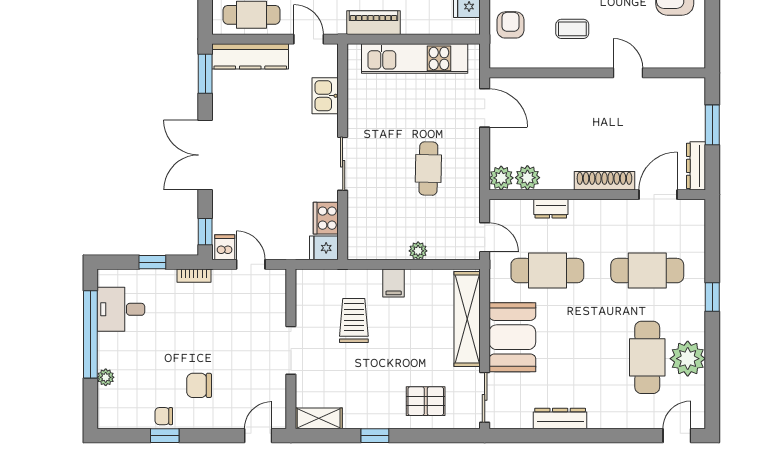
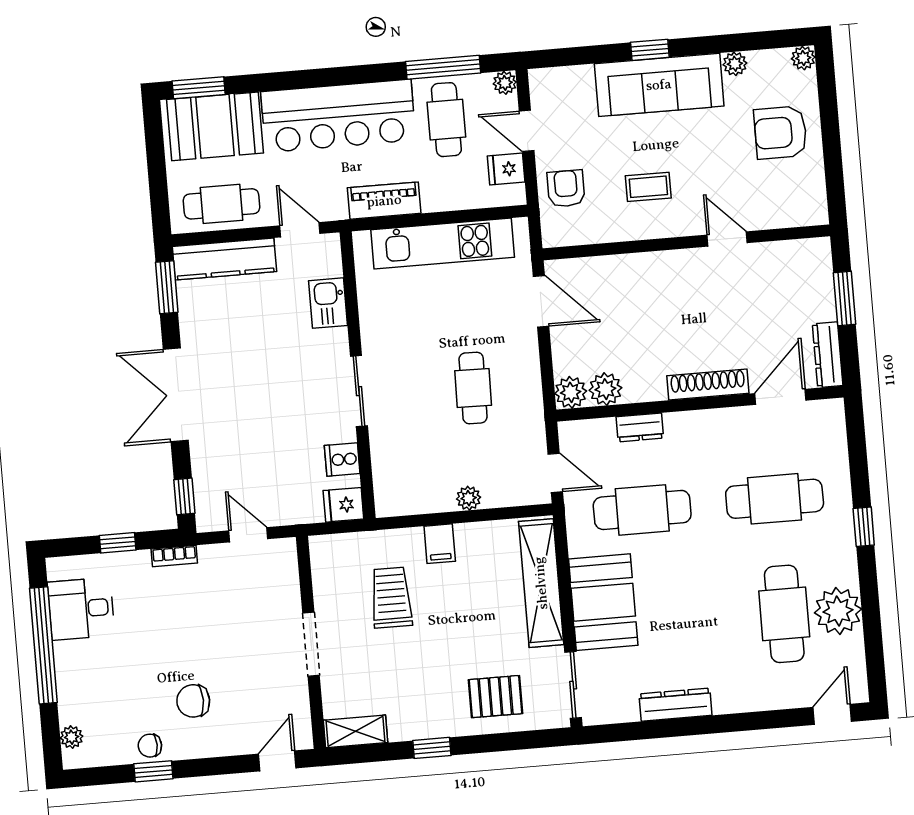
cooker: (326, 218) -> (342, 459), width x0.73
dishwasher: (225, 247) -> (212, 515), removed
plant: (106, 377) -> (72, 737), moved

